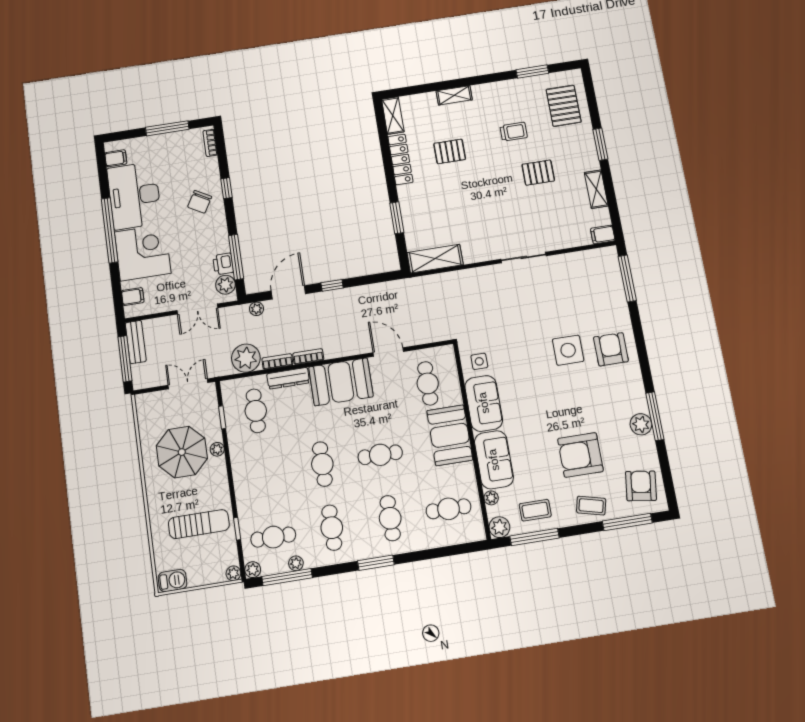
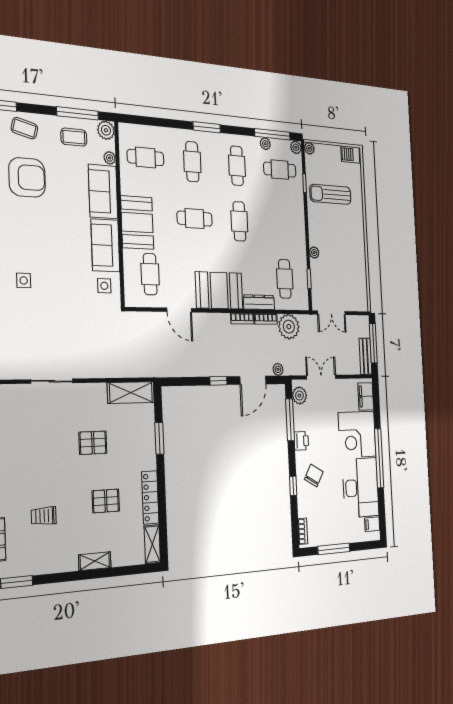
pallet: (538, 173) -> (93, 443), moved
printer: (223, 264) -> (301, 441), moved
filing cabinet: (133, 297) -> (366, 396), width x2.00
side table: (568, 350) -> (24, 280), width x0.54, depth x0.54
parasol: (182, 452) -> (339, 256), removed

